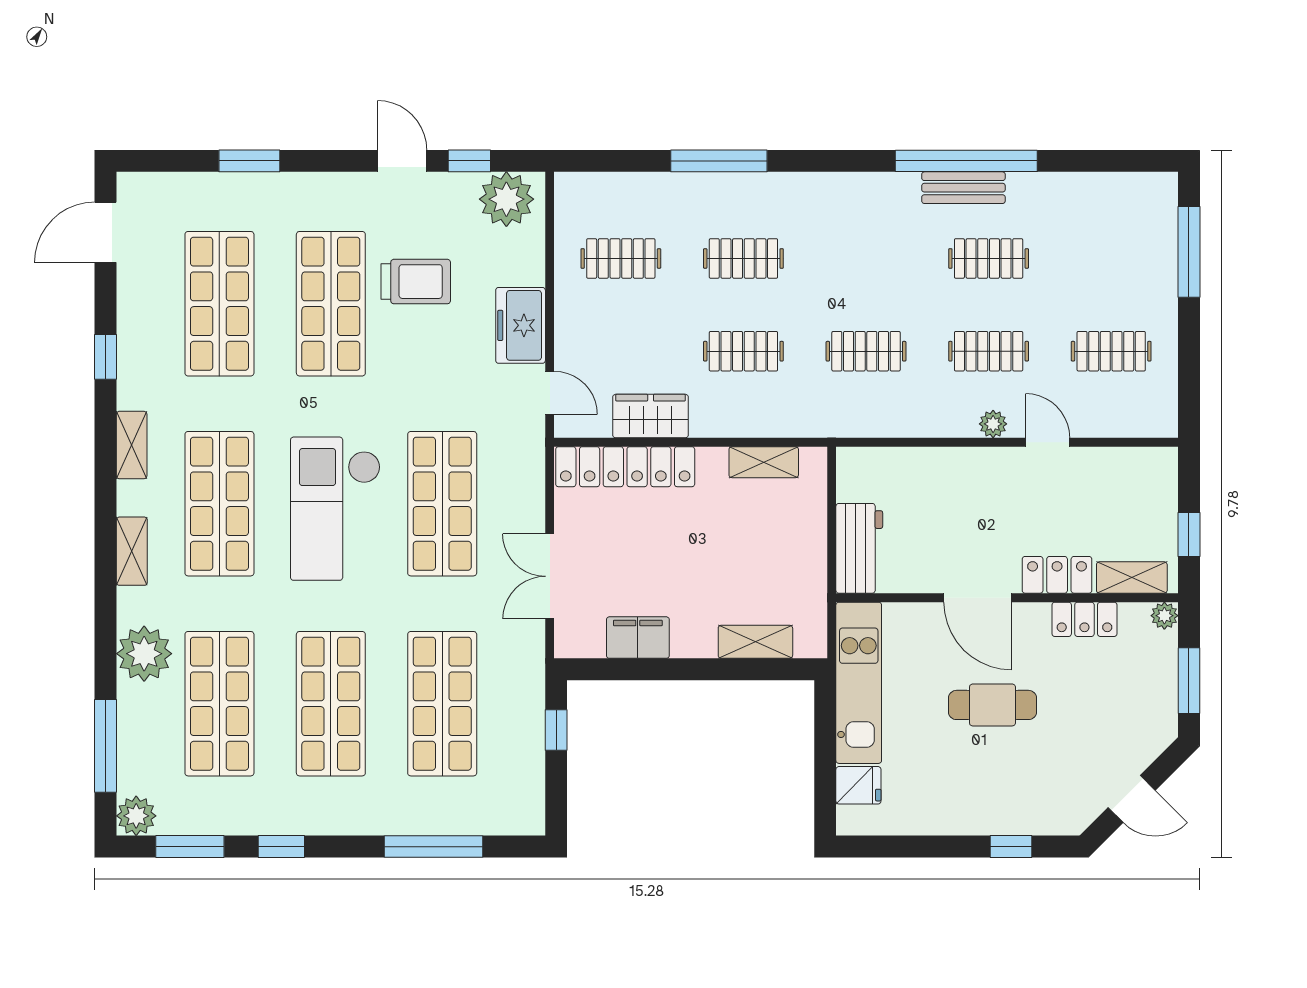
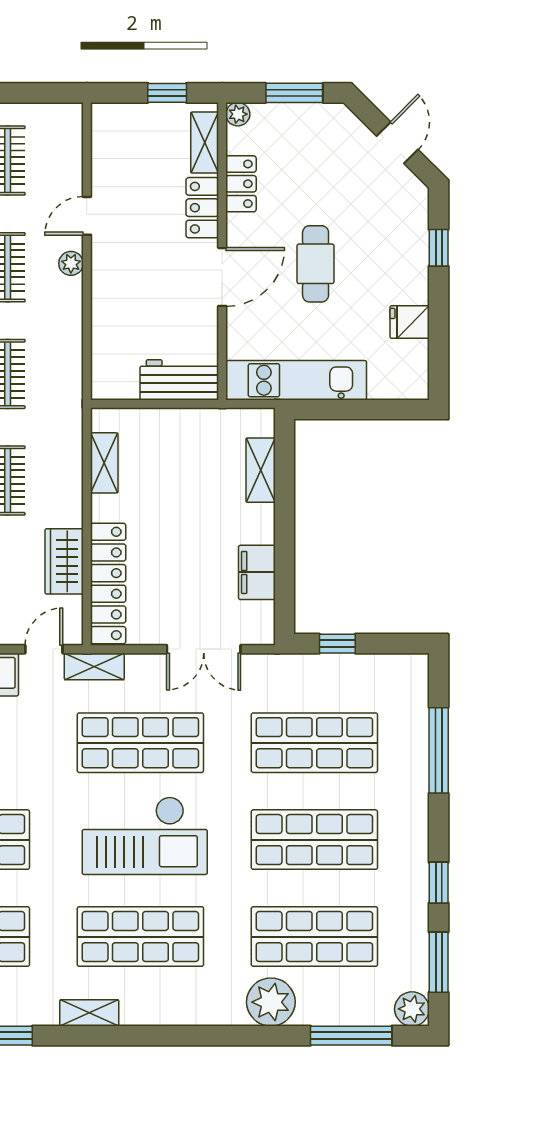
shelving: (132, 551) -> (94, 666), moved
fridge: (858, 785) -> (410, 322), moved, turned -90

